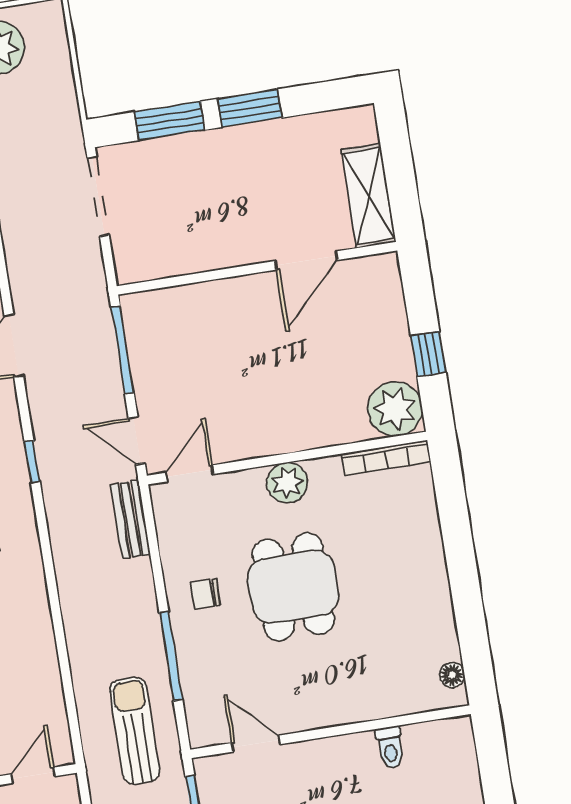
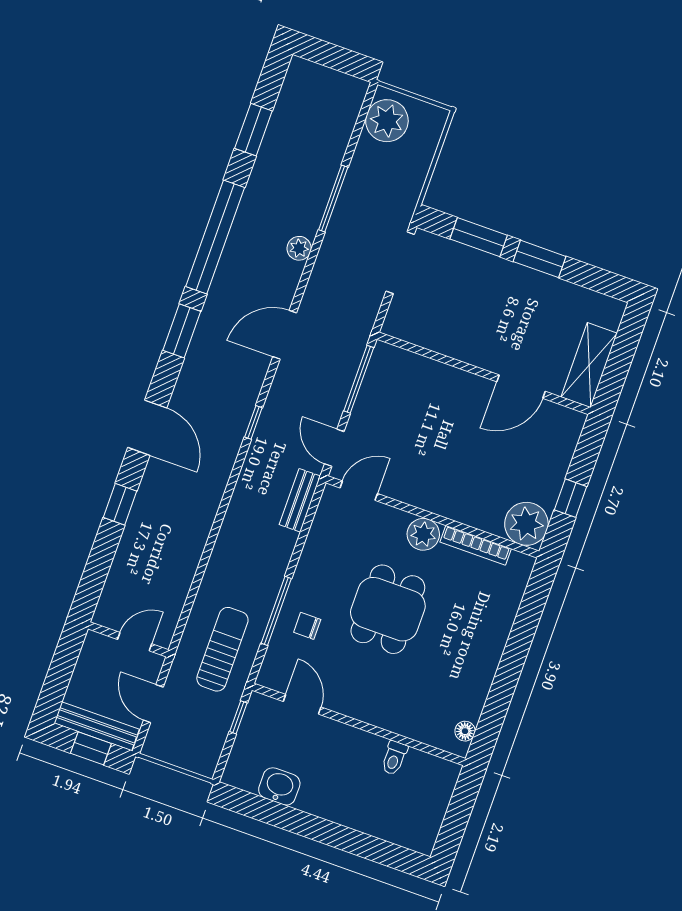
bookcase: (386, 458) -> (476, 545), moved
chair: (205, 594) -> (307, 626), moved

